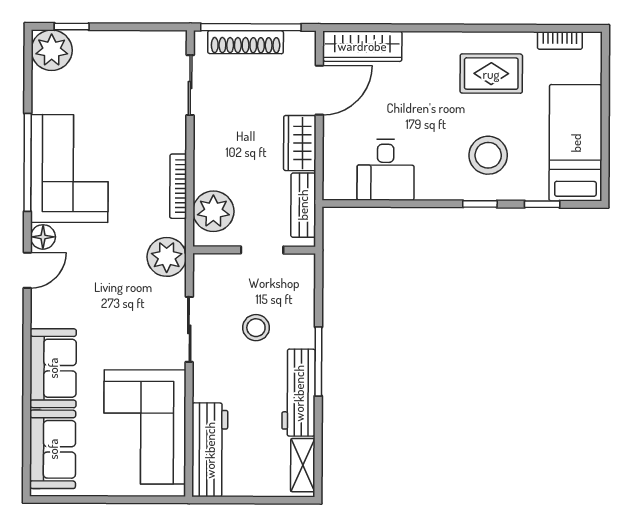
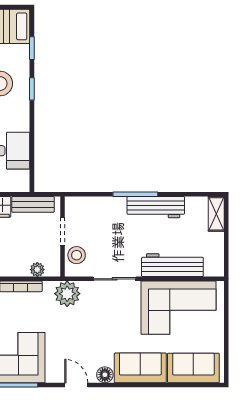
plant: (213, 211) -> (37, 270), width x0.53, depth x0.53
floor lamp: (43, 237) -> (105, 375), moved
stool: (256, 328) -> (77, 255), moved
workbench: (210, 450) -> (172, 265), moved
shelving: (303, 465) -> (216, 214), moved, turned 90

